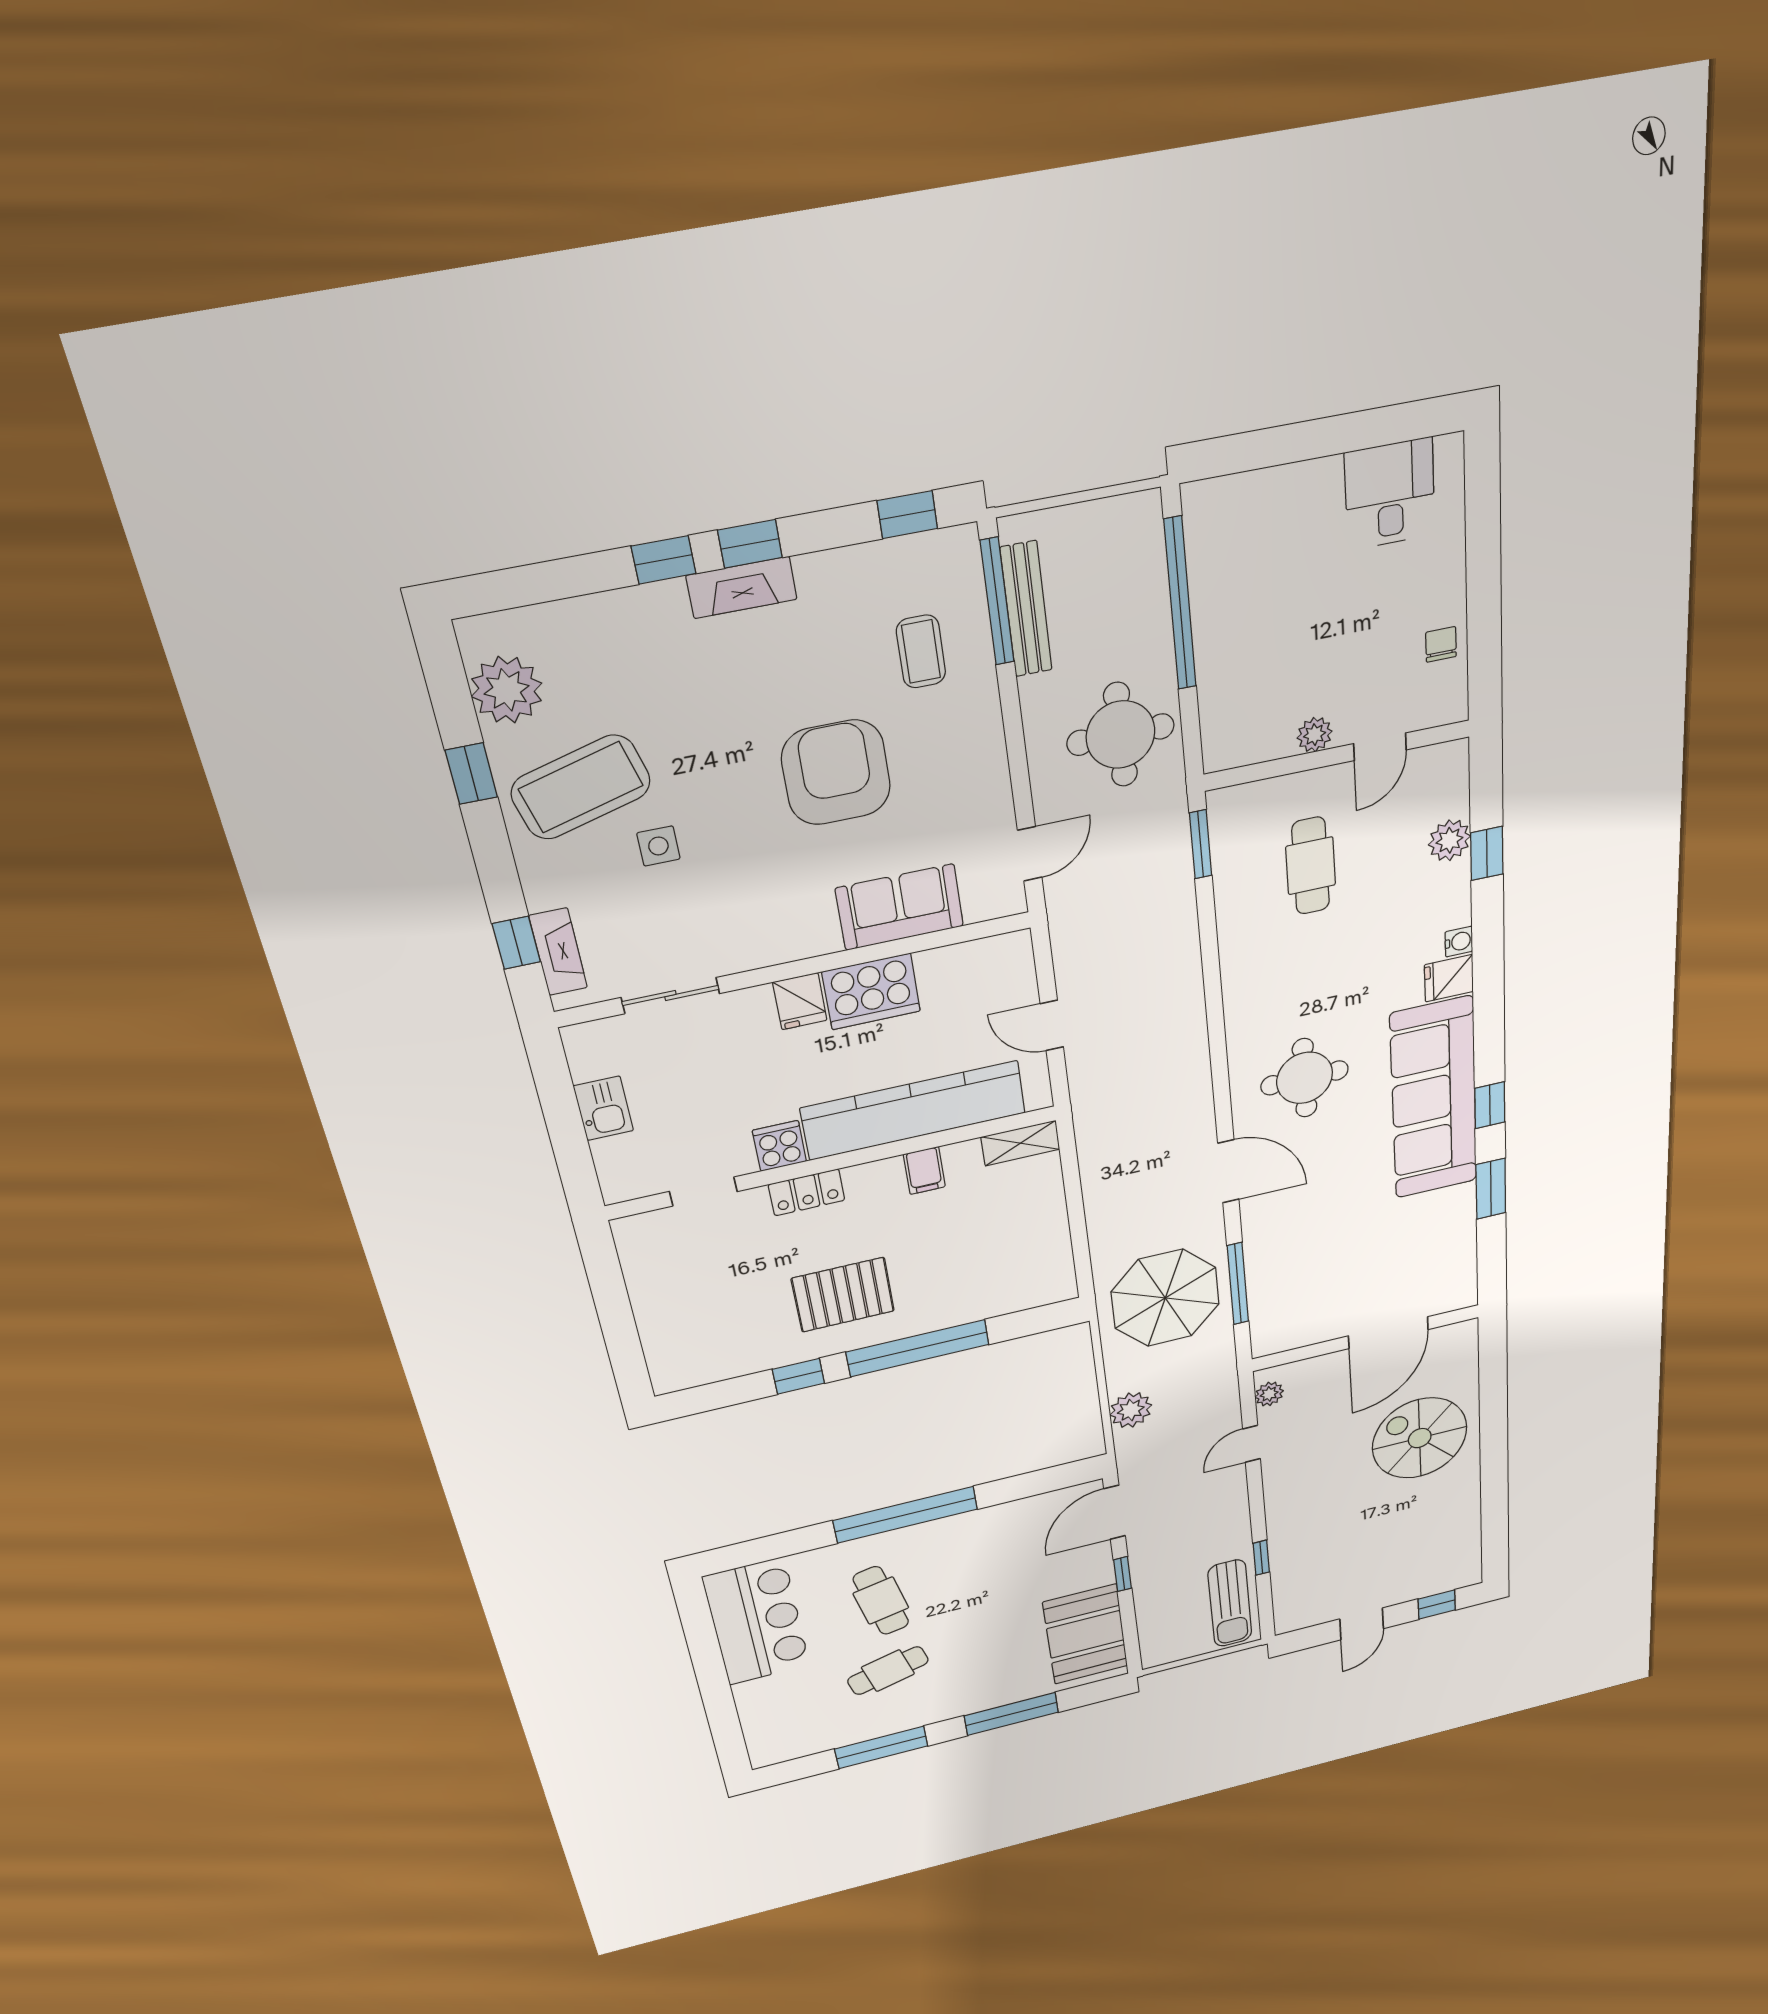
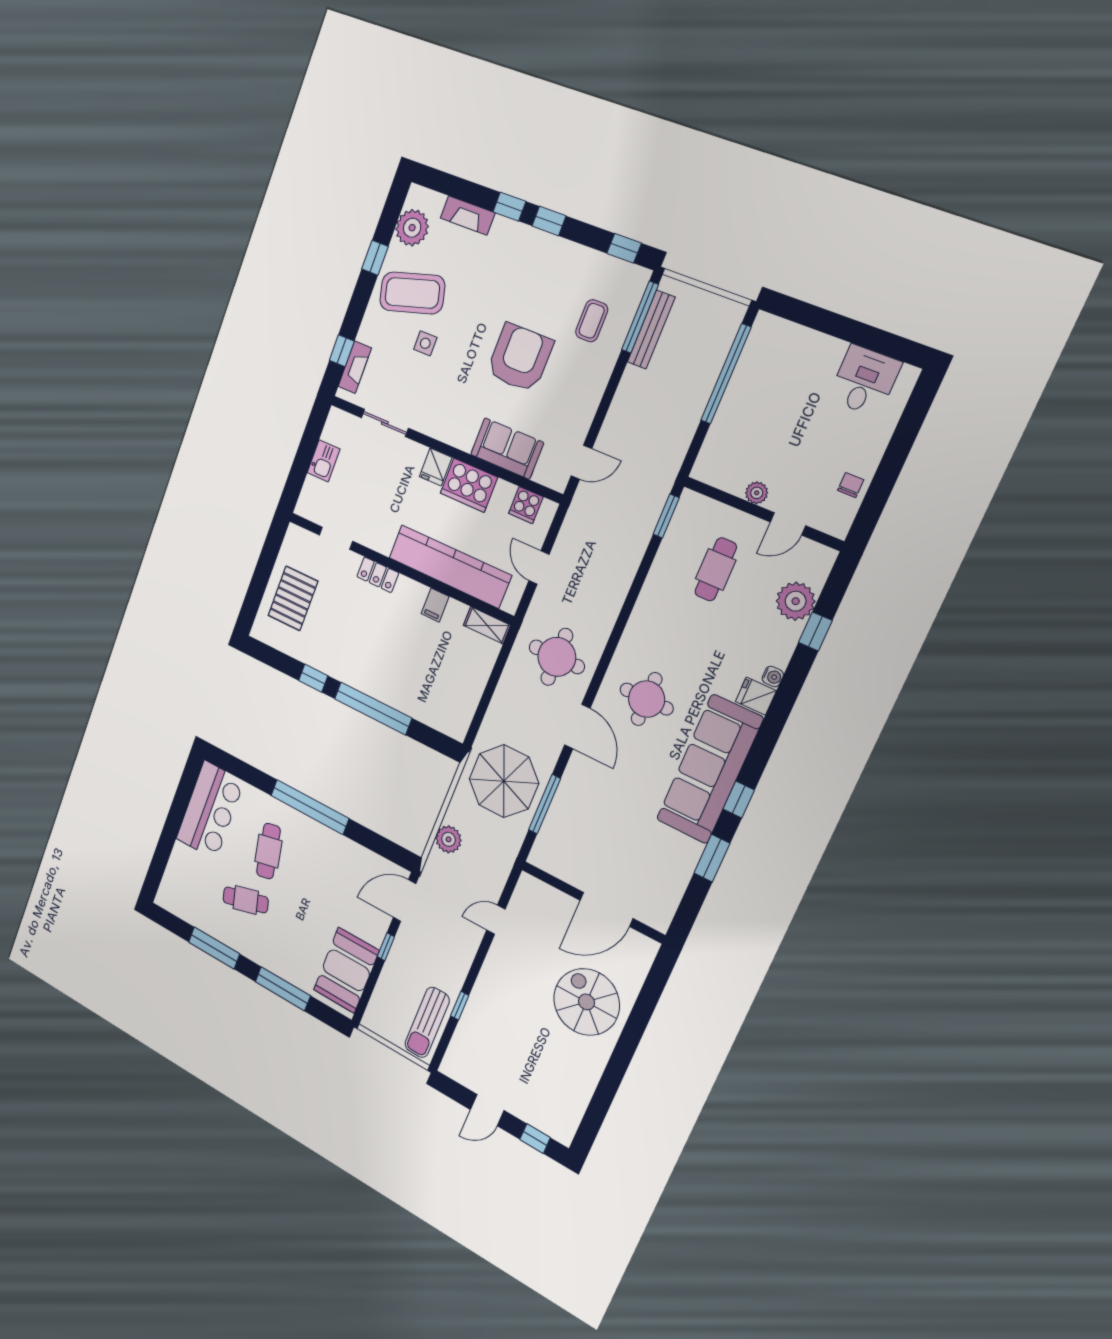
fireplace: (742, 587) -> (468, 215), moved
round table: (1121, 735) -> (557, 657), moved
plant: (1449, 840) -> (796, 601), width x1.36, depth x1.36
cooker: (779, 1146) -> (526, 505), moved, turned 180
pallet: (843, 1295) -> (293, 598), moved, turned 90
plant: (1269, 1394) -> (522, 894), removed

